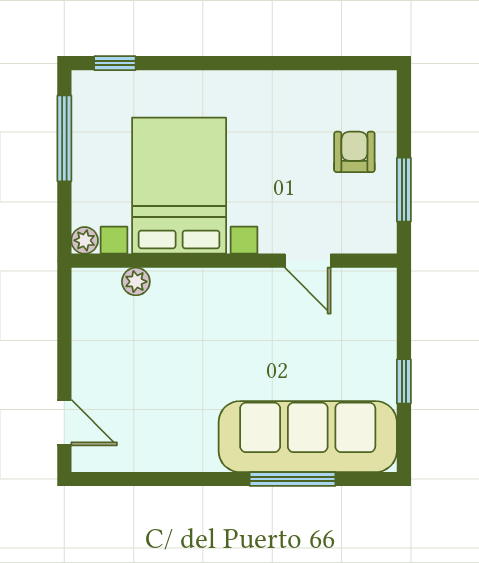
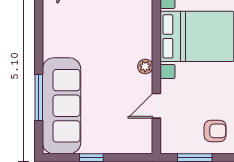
plant: (136, 282) -> (145, 67), moved

